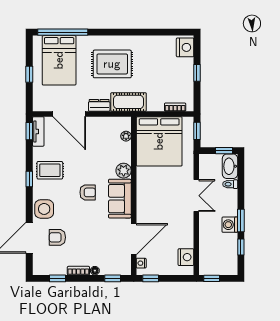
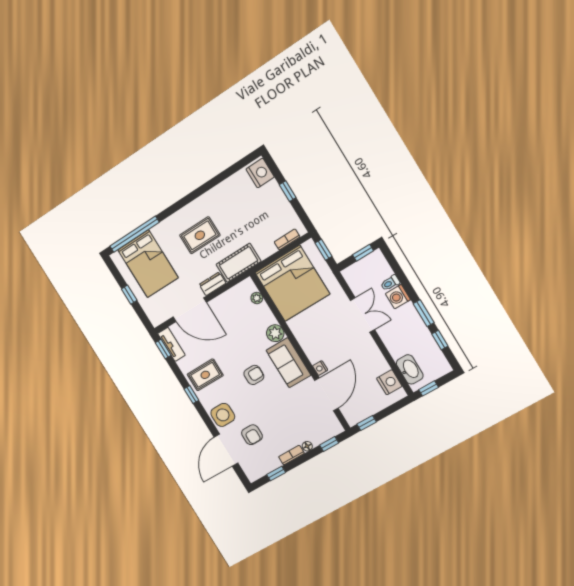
rug: (112, 64) -> (200, 235), width x0.73, depth x0.70
washbasin: (230, 166) -> (410, 369), moved, turned 180
washing machine: (230, 225) -> (398, 297), moved
armchair: (57, 237) -> (252, 435), turned -90
nightstand: (141, 263) -> (320, 368), moved

